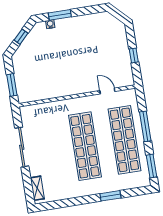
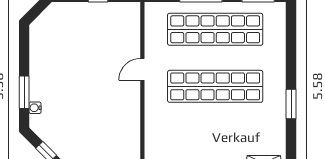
door: (107, 91) -> (142, 69), moved
window: (110, 196) -> (291, 104), moved

